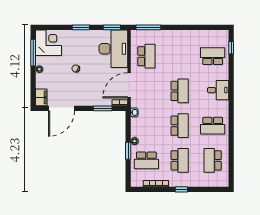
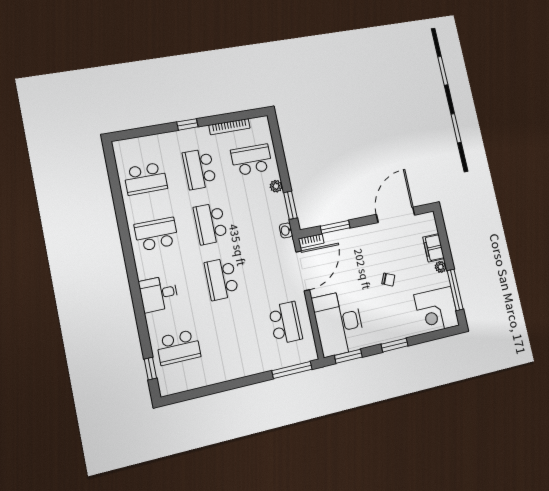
school desk: (146, 56) -> (285, 323), turned 180
filing cabinet: (41, 97) -> (434, 248), moved
window: (128, 151) -> (290, 205), moved
school desk: (213, 160) -> (145, 179), turned 90

